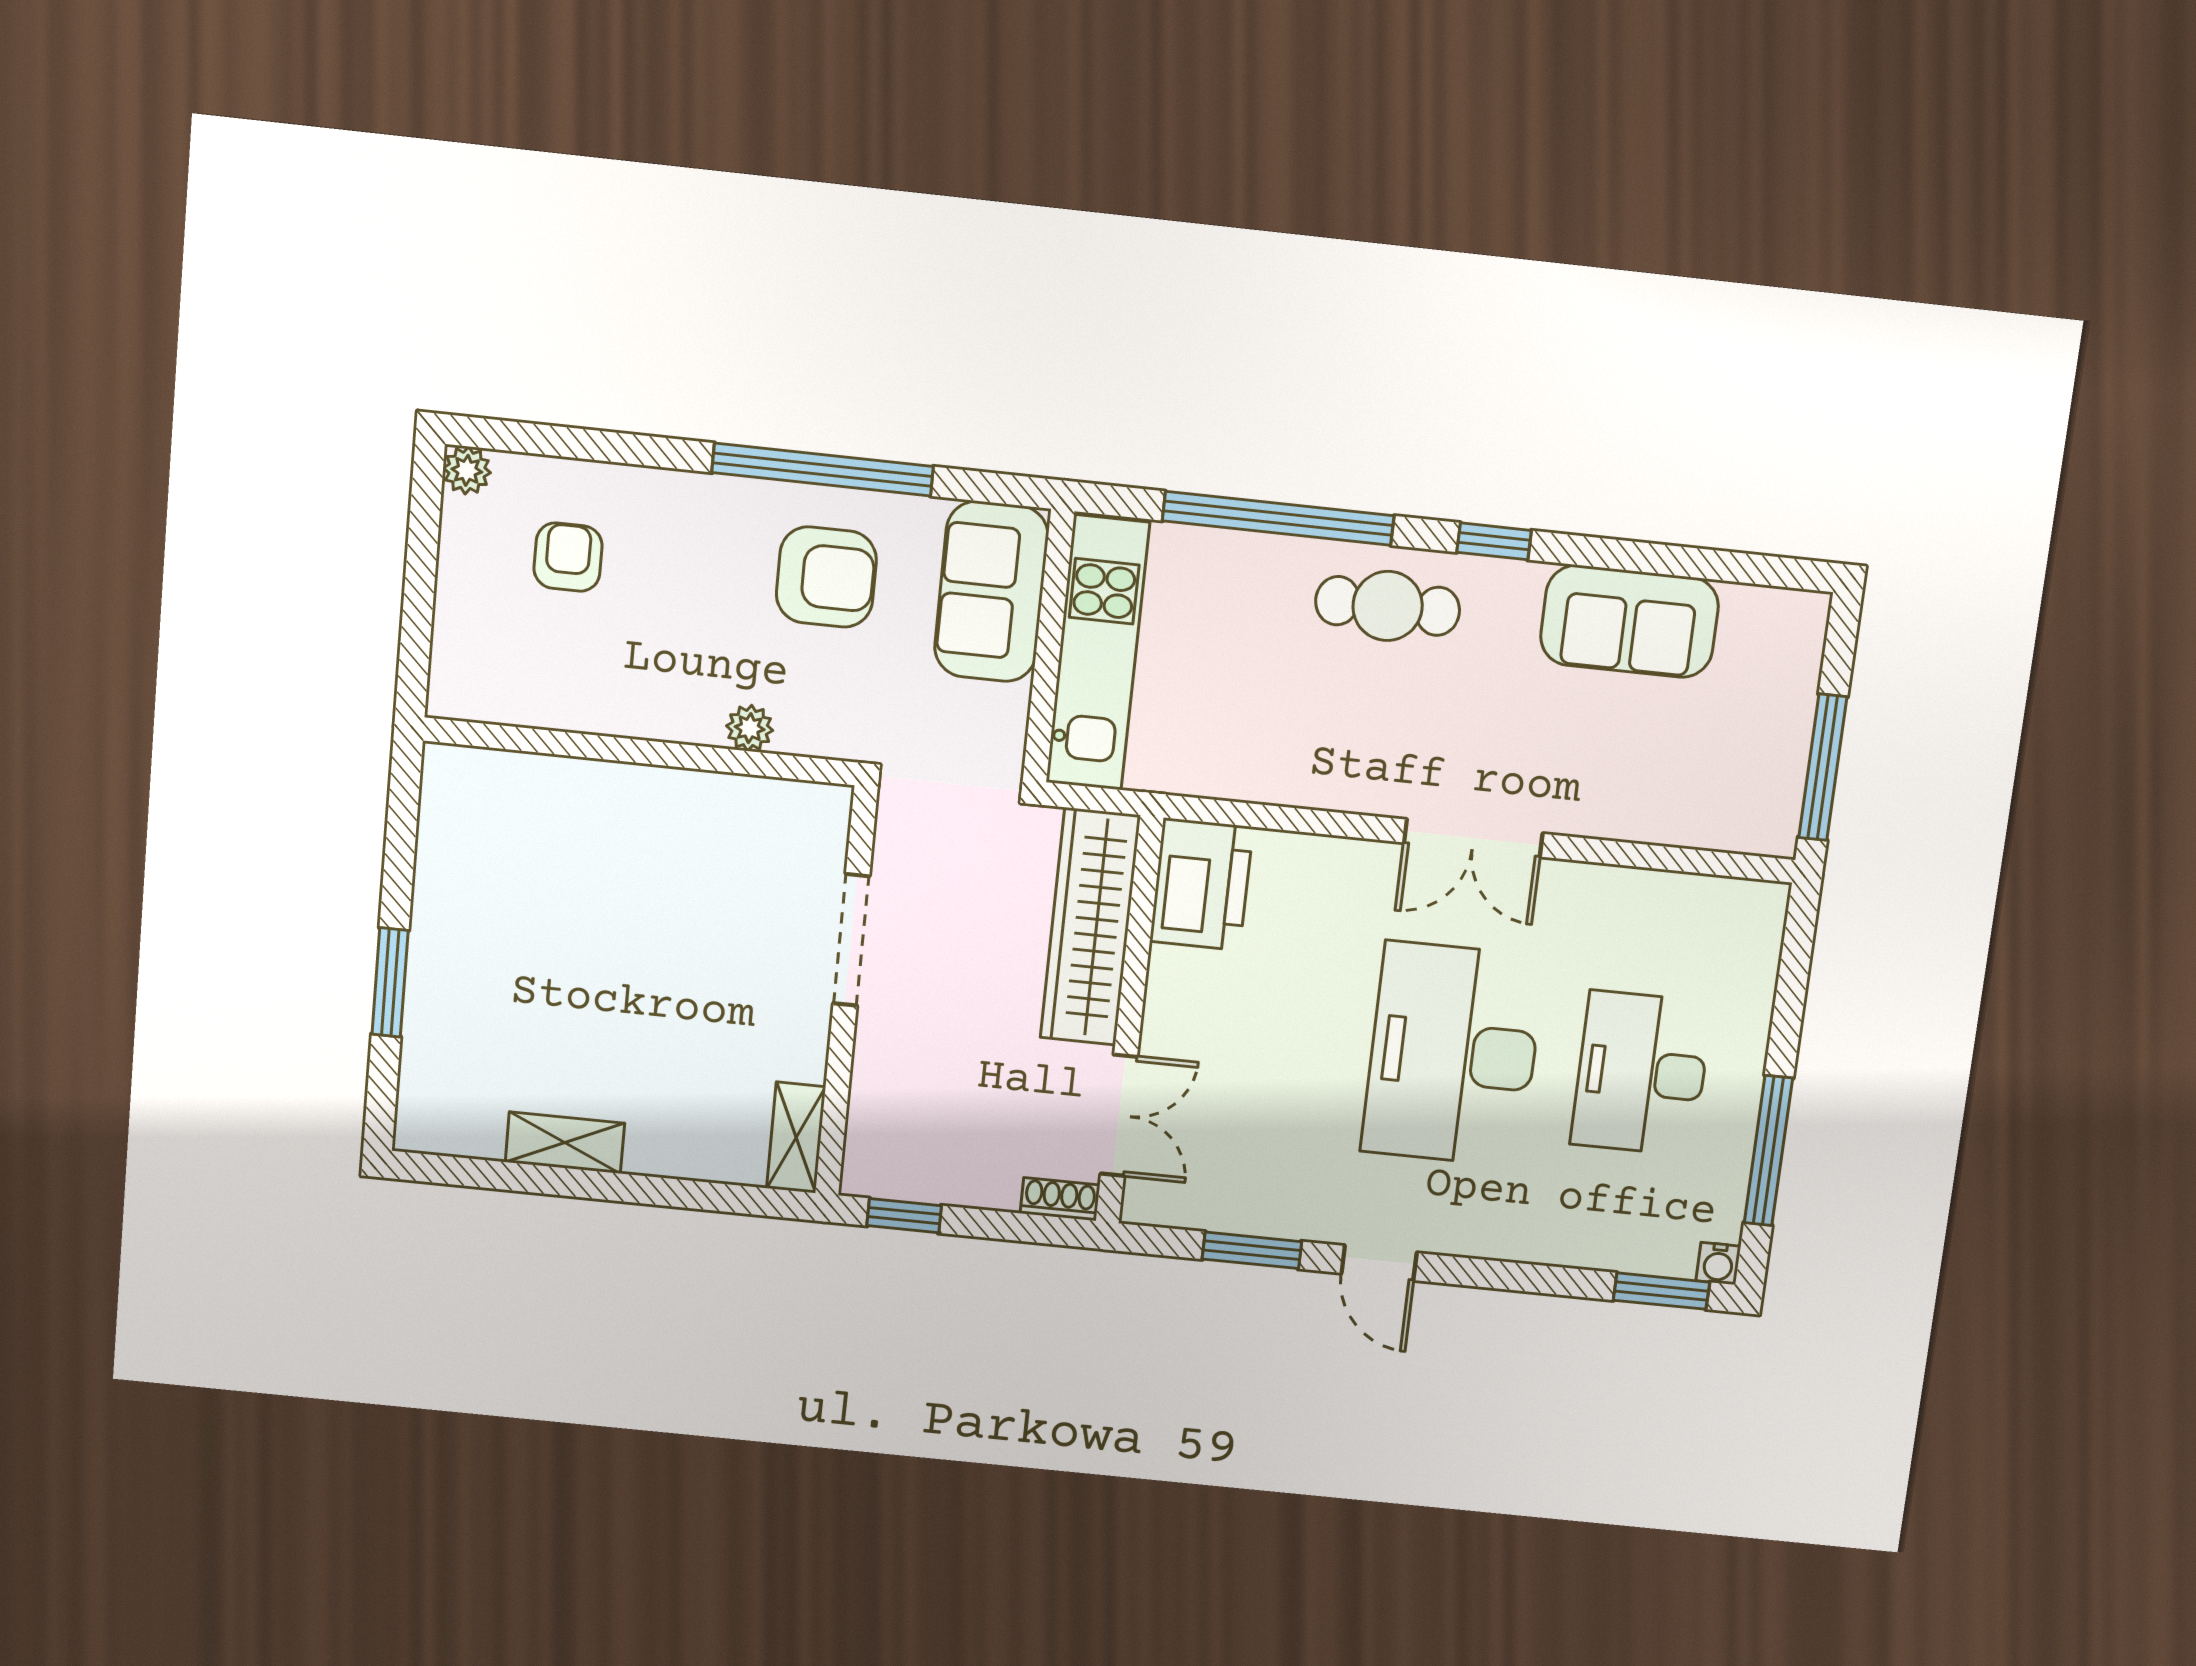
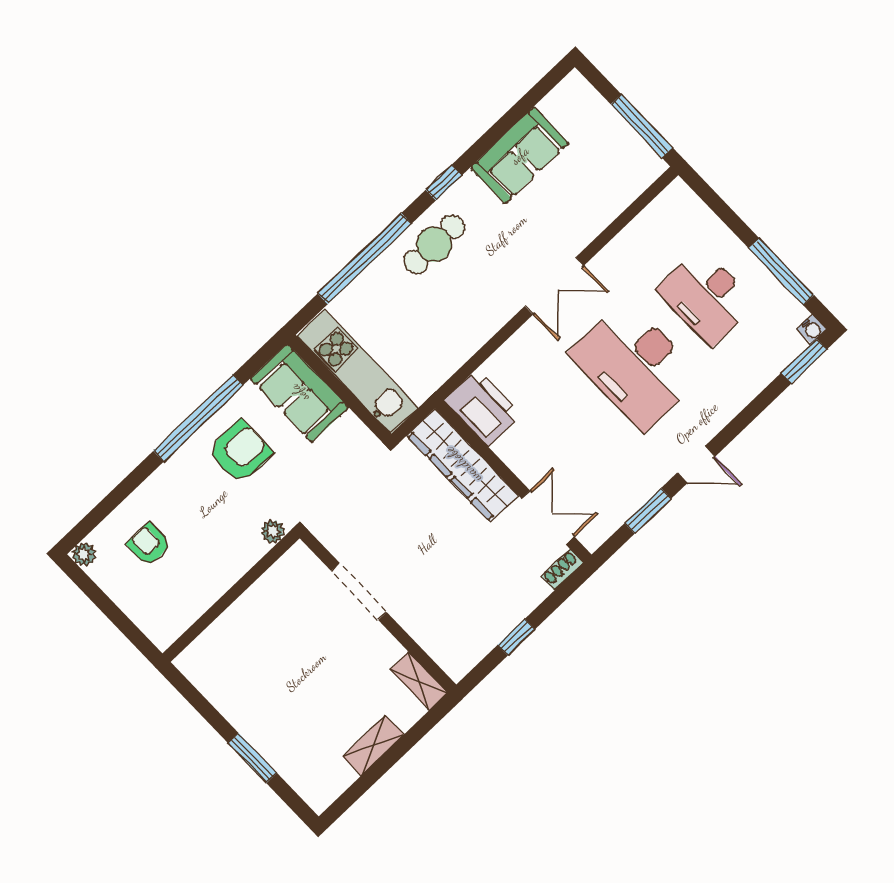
doorway: (851, 940) -> (359, 592), moved
wall: (846, 992) -> (378, 611), moved
shelving: (796, 1137) -> (419, 681), moved

